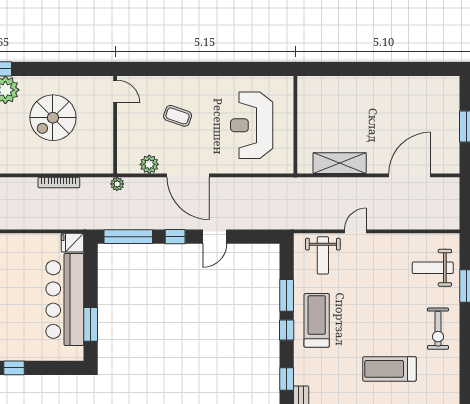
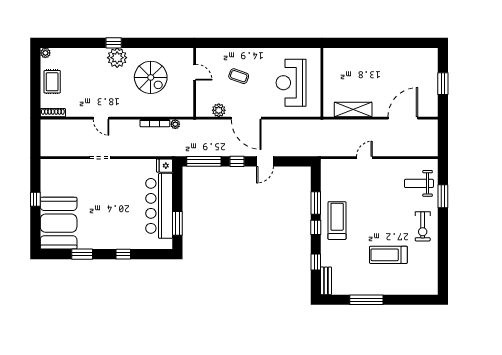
door: (115, 91) -> (195, 72), moved
spiral stairs: (53, 118) -> (151, 77), turned -90
plant: (117, 184) -> (175, 124), moved
weight bench: (323, 255) -> (341, 175), removed

